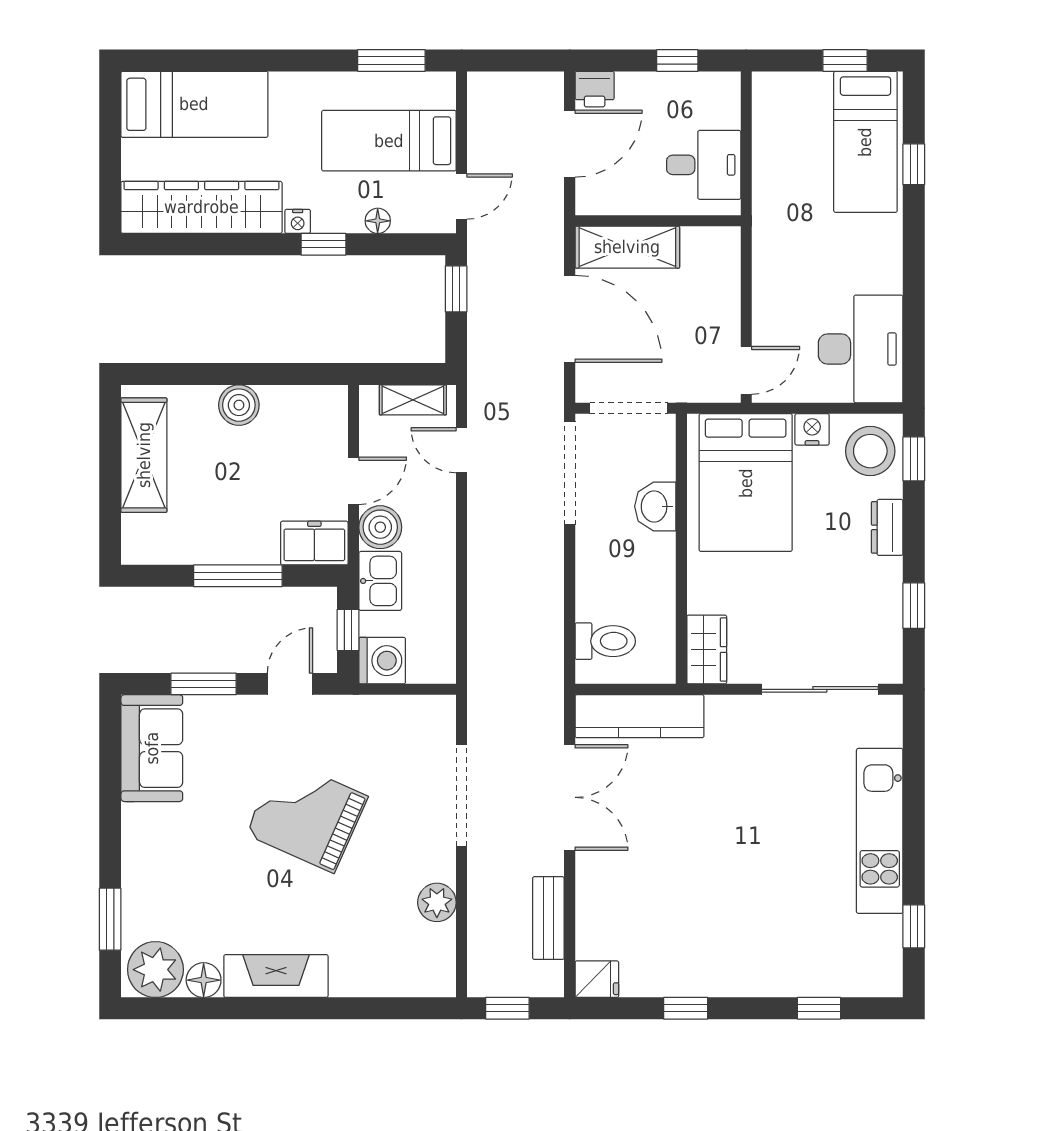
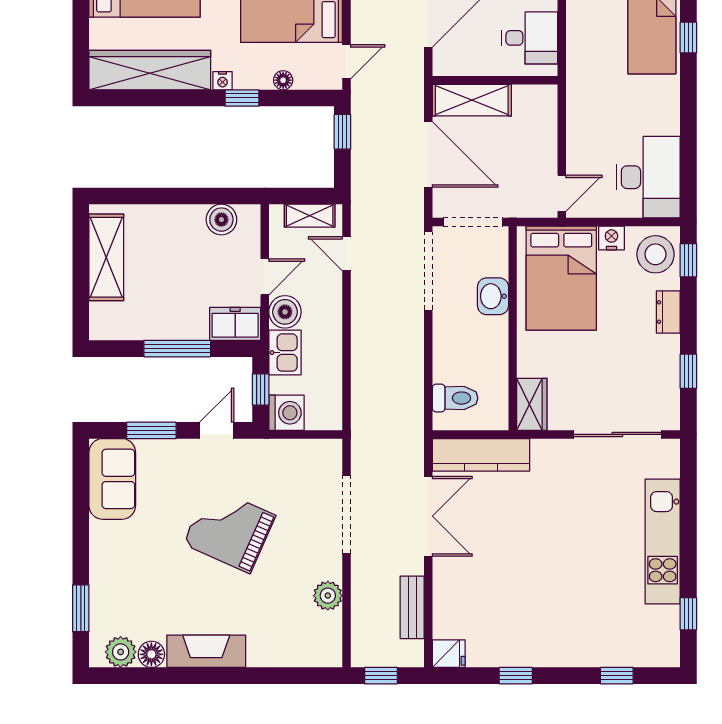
boiler: (239, 405) -> (221, 220), moved
plant: (155, 970) -> (121, 652), width x0.73, depth x0.73

